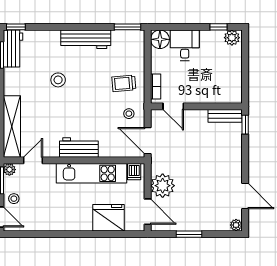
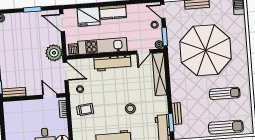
workbench: (79, 148) -> (113, 63), width x1.37
plant: (163, 186) -> (54, 53), moved
kitchen counter: (73, 222) -> (113, 12), added

